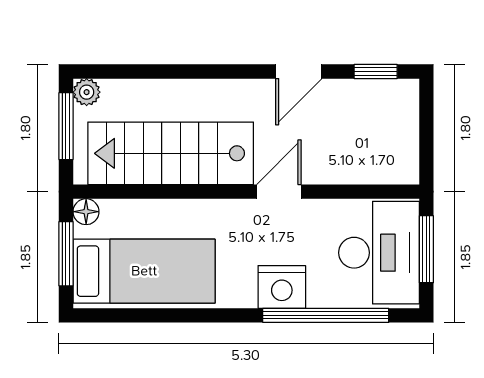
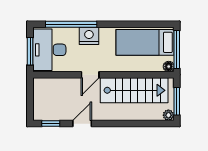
window: (66, 254) -> (177, 49), width x1.44

